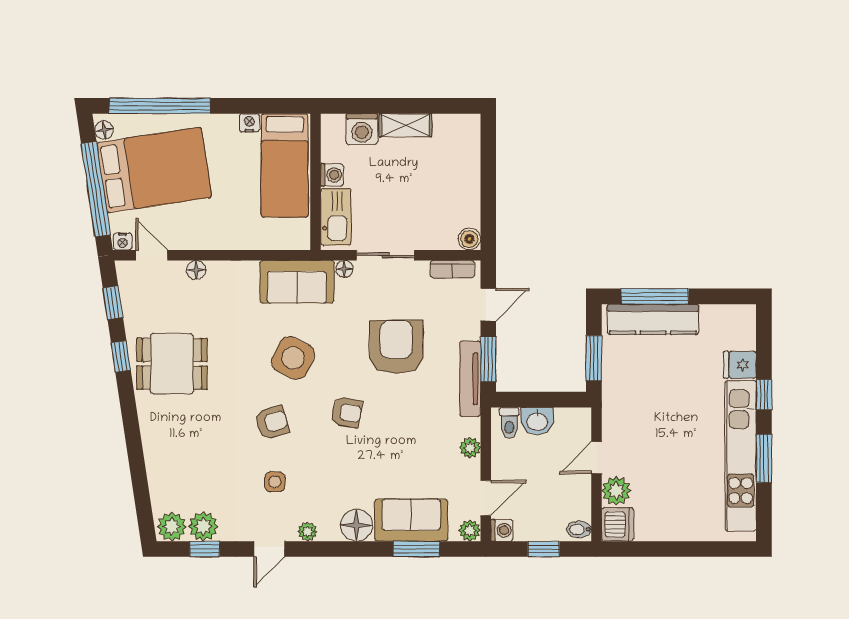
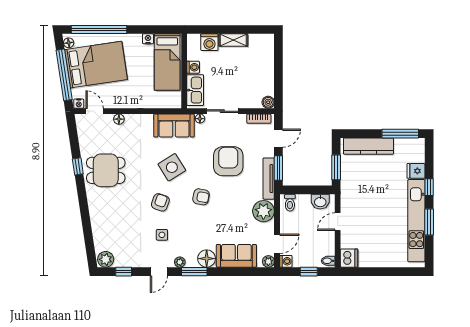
window: (655, 296) -> (400, 134), moved
window: (113, 303) -> (73, 137), removed
side table: (293, 358) -> (172, 167), turned 32
washbasin: (537, 421) -> (320, 202), moved
armchair: (272, 422) -> (160, 202), turned -53
plant: (470, 448) -> (263, 211), width x1.88, depth x1.88
plant: (616, 491) -> (348, 240), removed
plant: (203, 526) -> (123, 259), removed
window: (416, 549) -> (194, 272), moved

